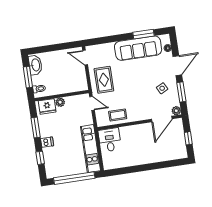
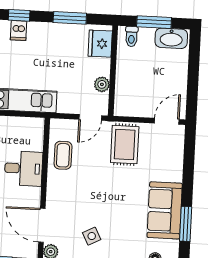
sofa: (138, 48) -> (165, 210), width x0.73
rug: (104, 80) -> (125, 145), turned 90
plant: (60, 102) -> (102, 84), moved
desk: (110, 140) -> (24, 168), moved
dishwasher: (47, 142) -> (19, 31), moved

